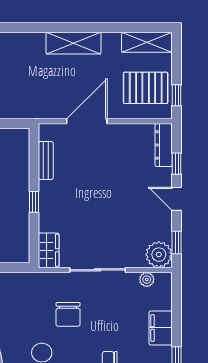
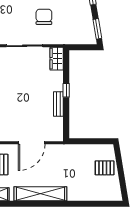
shelving: (73, 43) -> (40, 194), width x1.47
bench: (46, 161) -> (58, 104), moved

